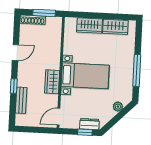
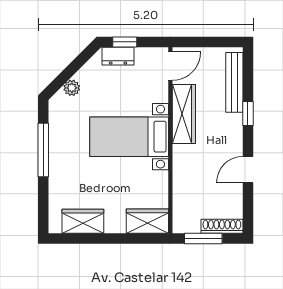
wardrobe: (89, 26) -> (147, 221), moved
wardrobe: (52, 82) -> (184, 114), width x1.50
bench: (21, 100) -> (234, 82), width x1.36

